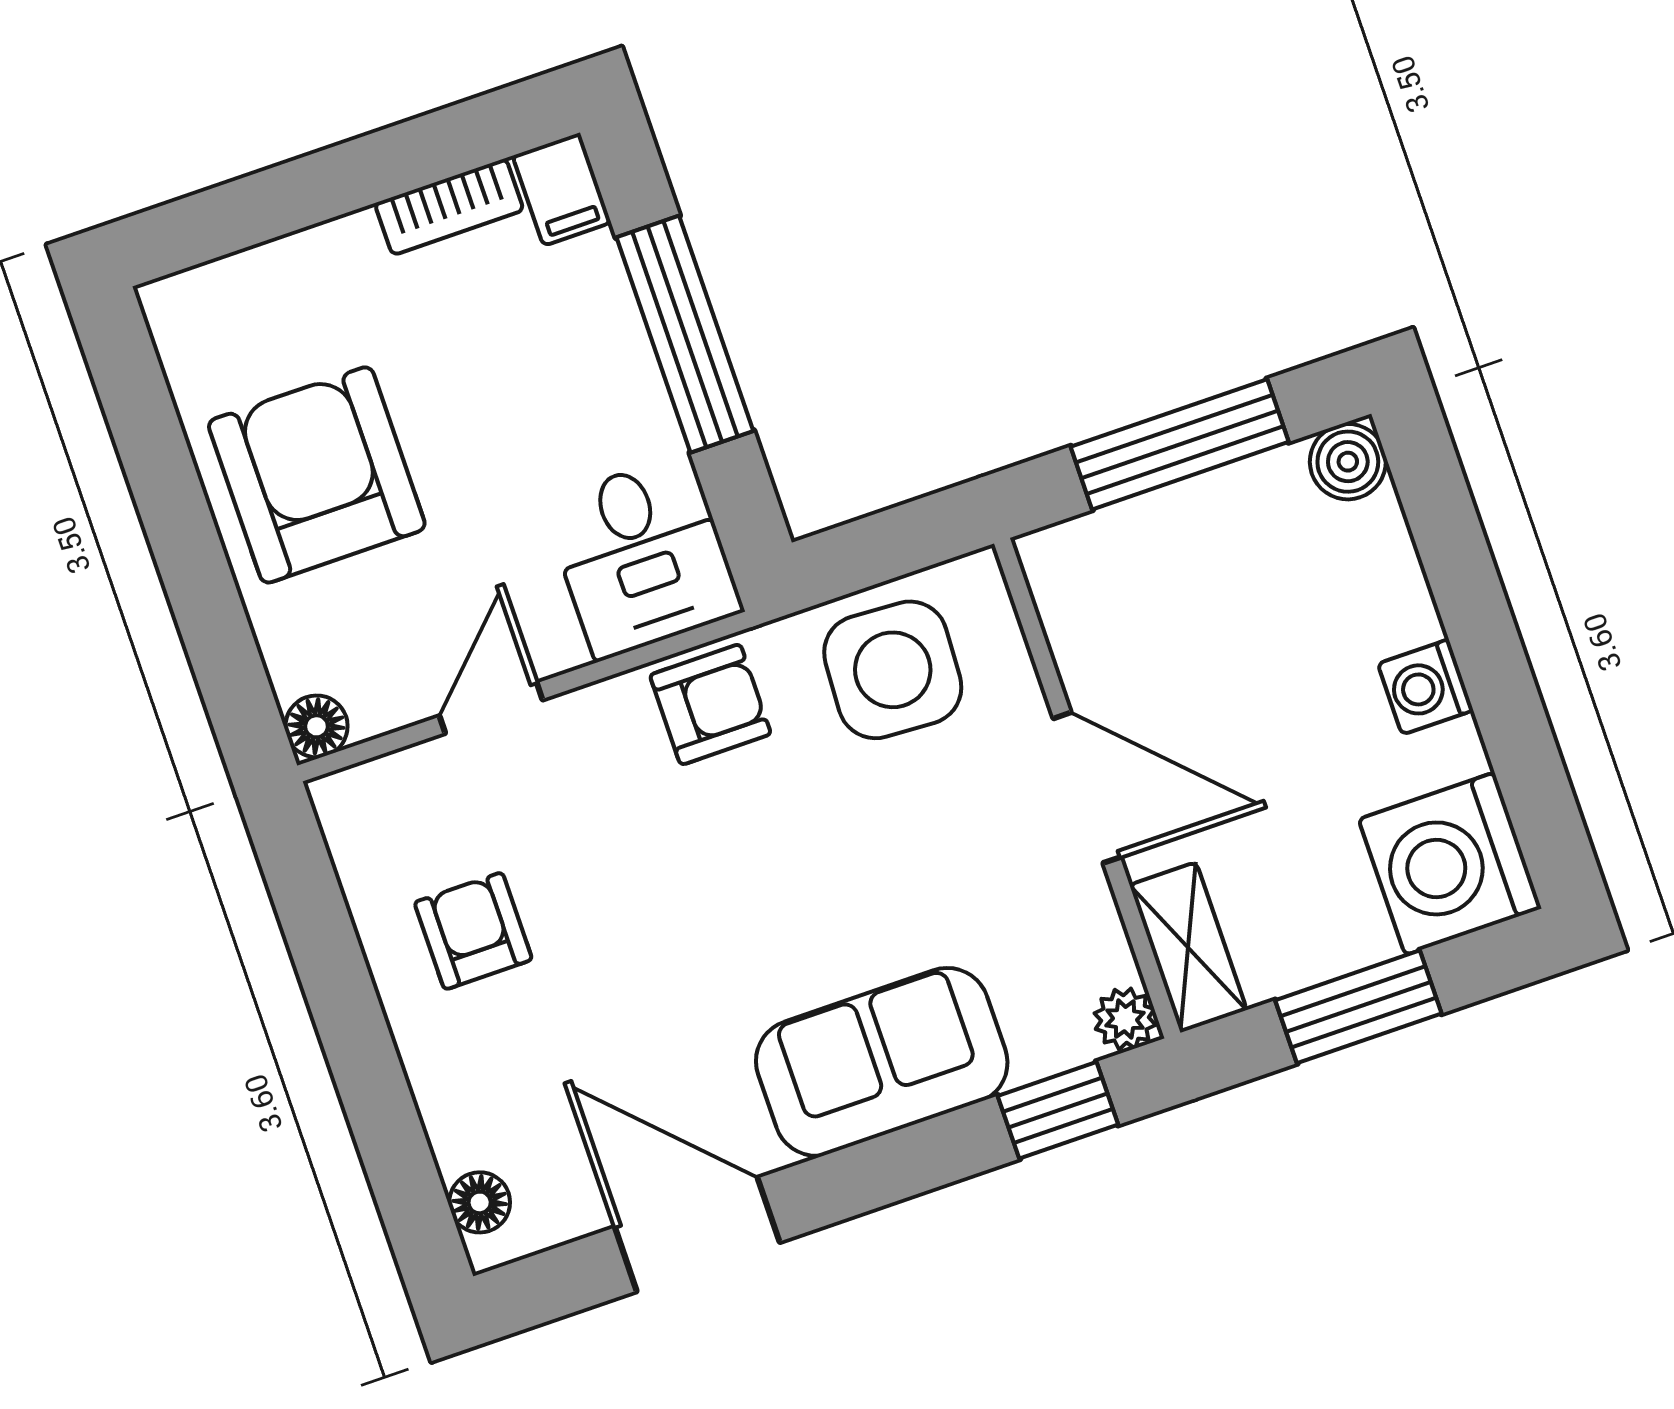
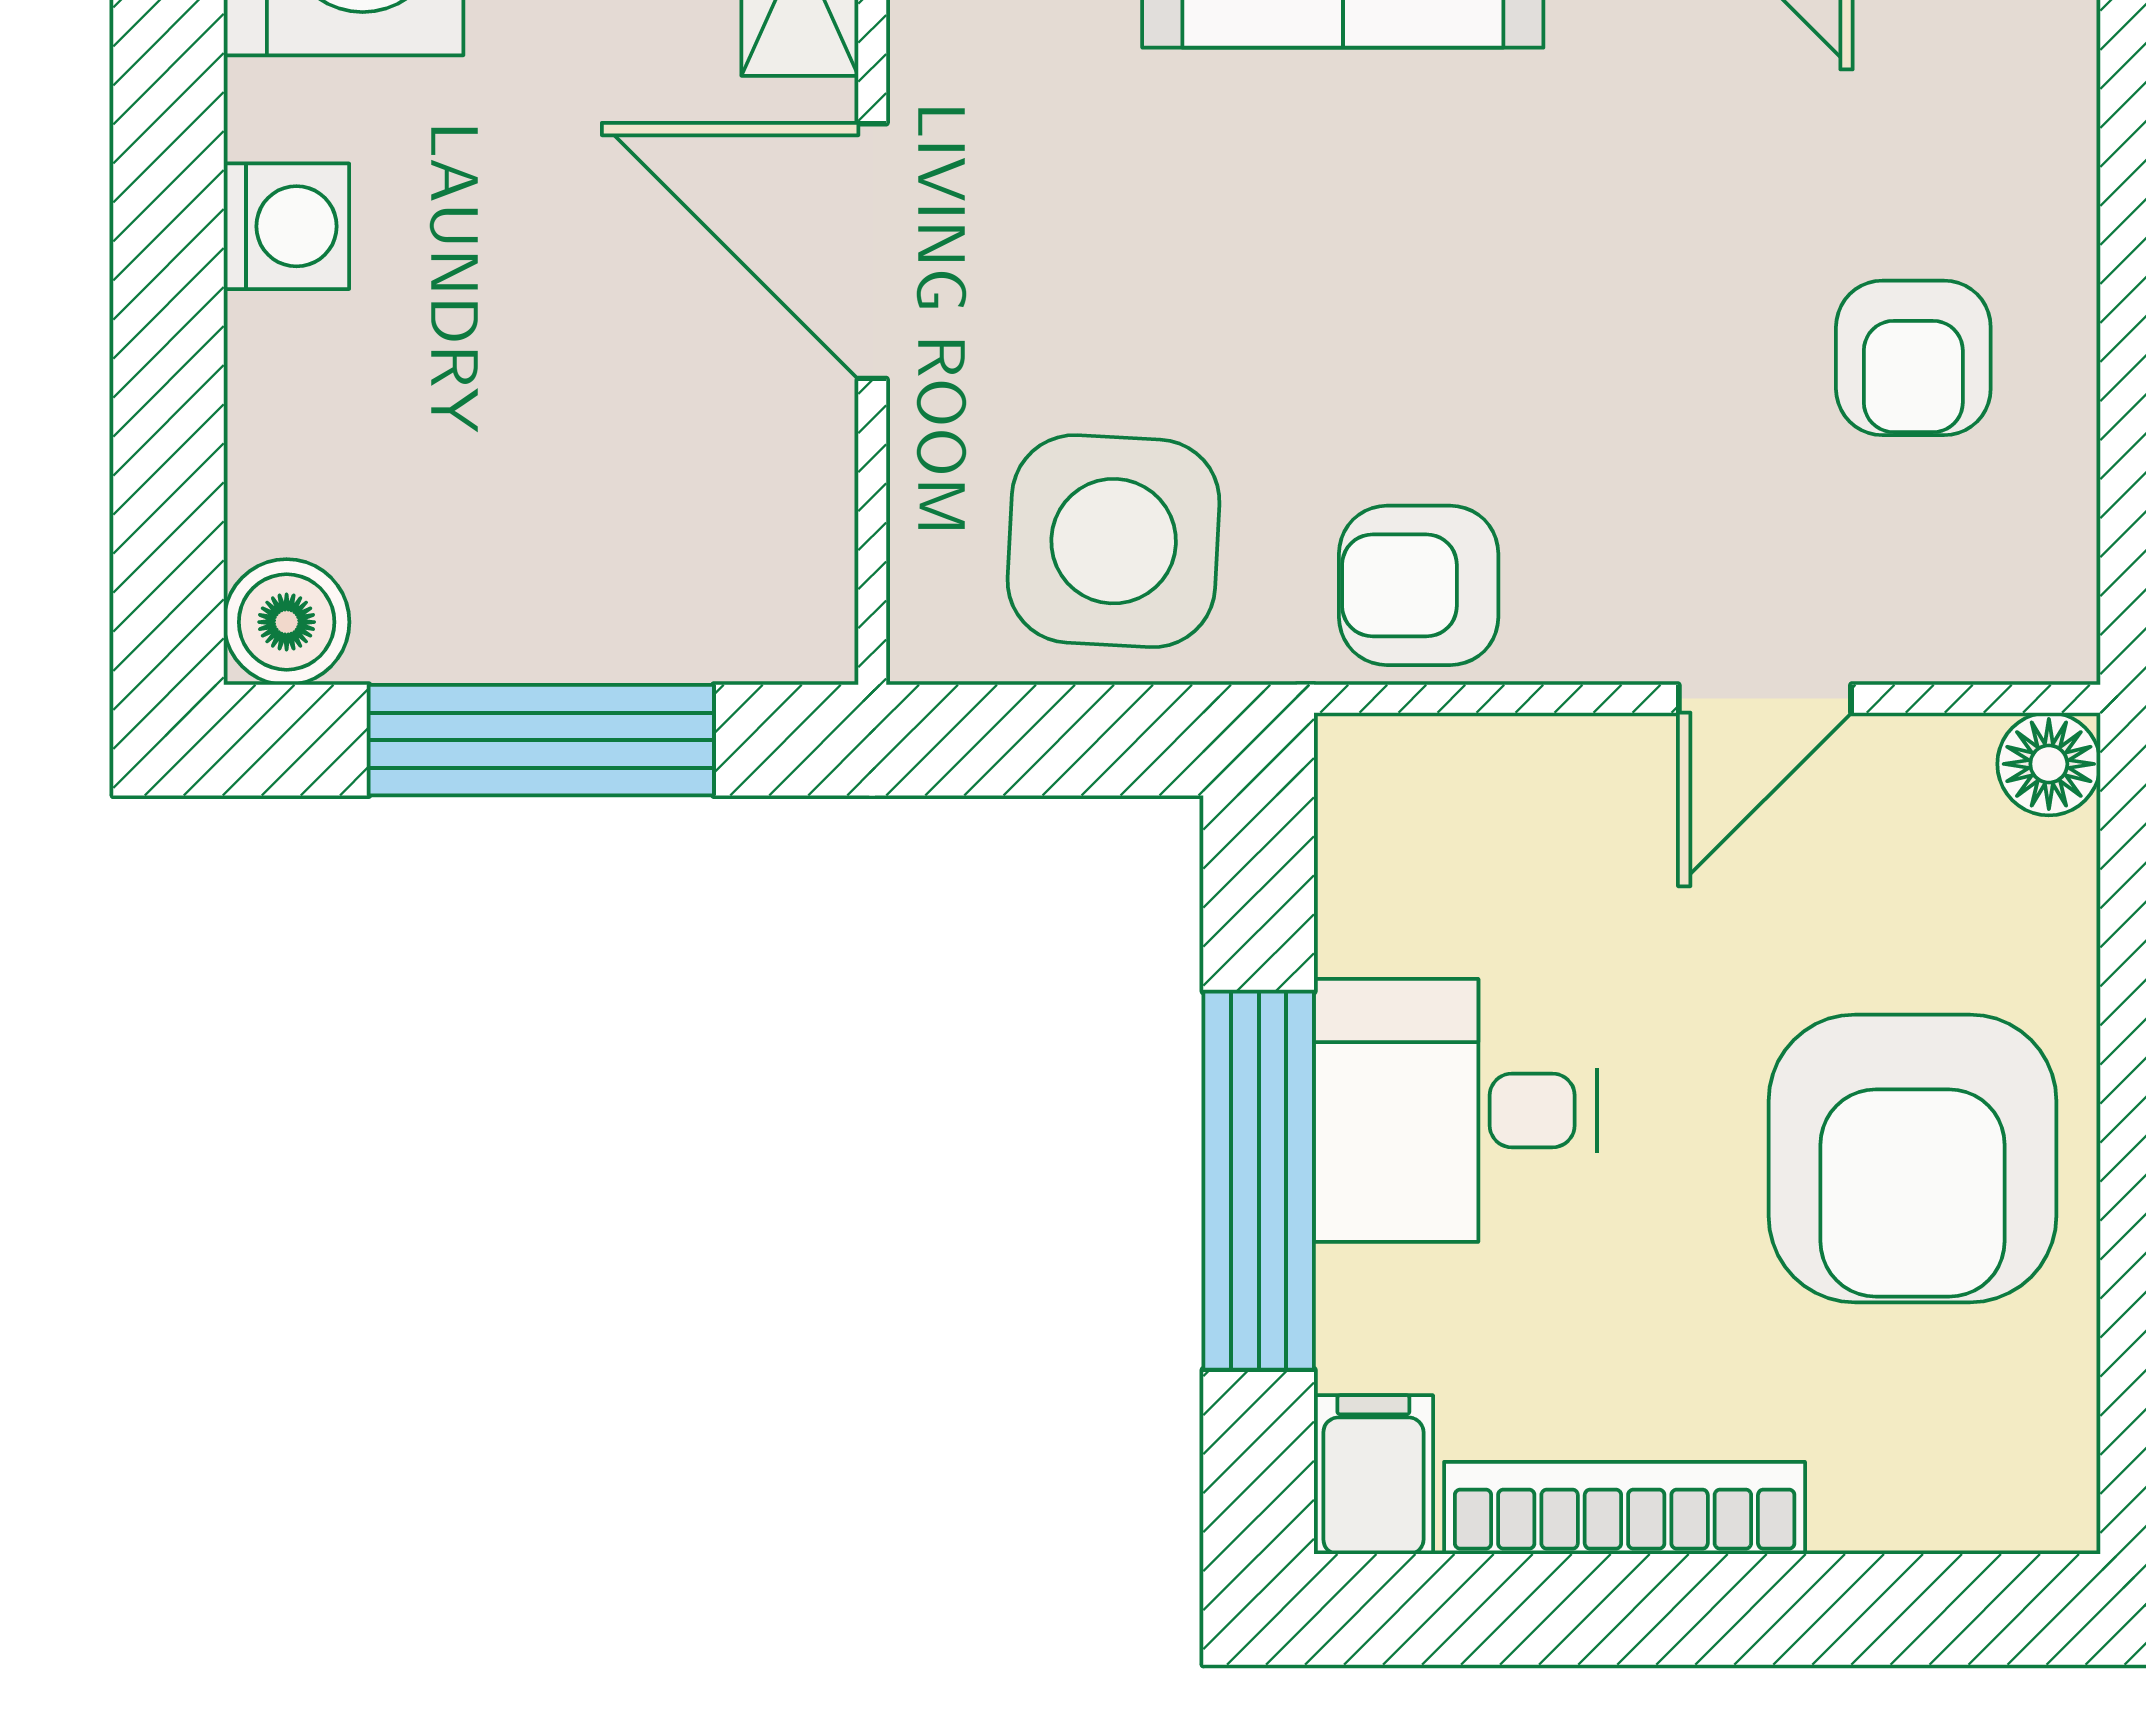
bookcase: (449, 207) -> (1625, 1508), width x1.56
desk: (642, 557) -> (1456, 1110), moved, turned -90

